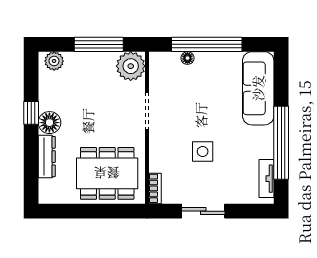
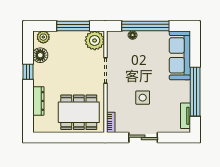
floor lamp: (49, 123) -> (40, 55), moved

